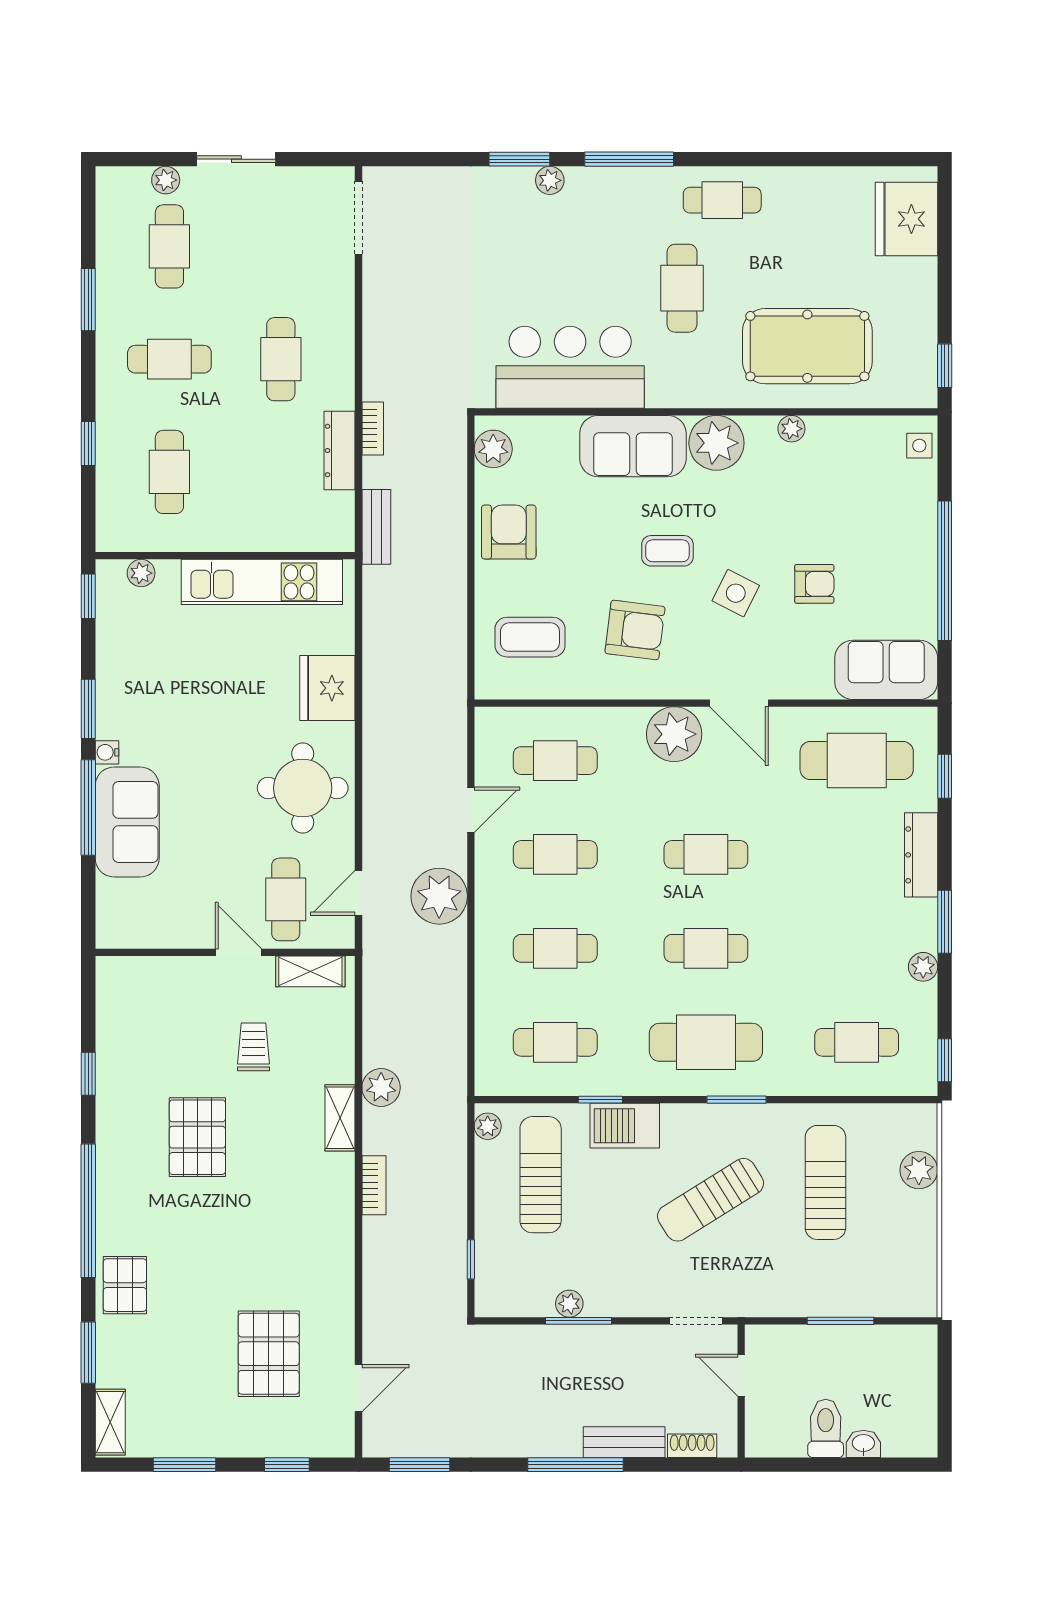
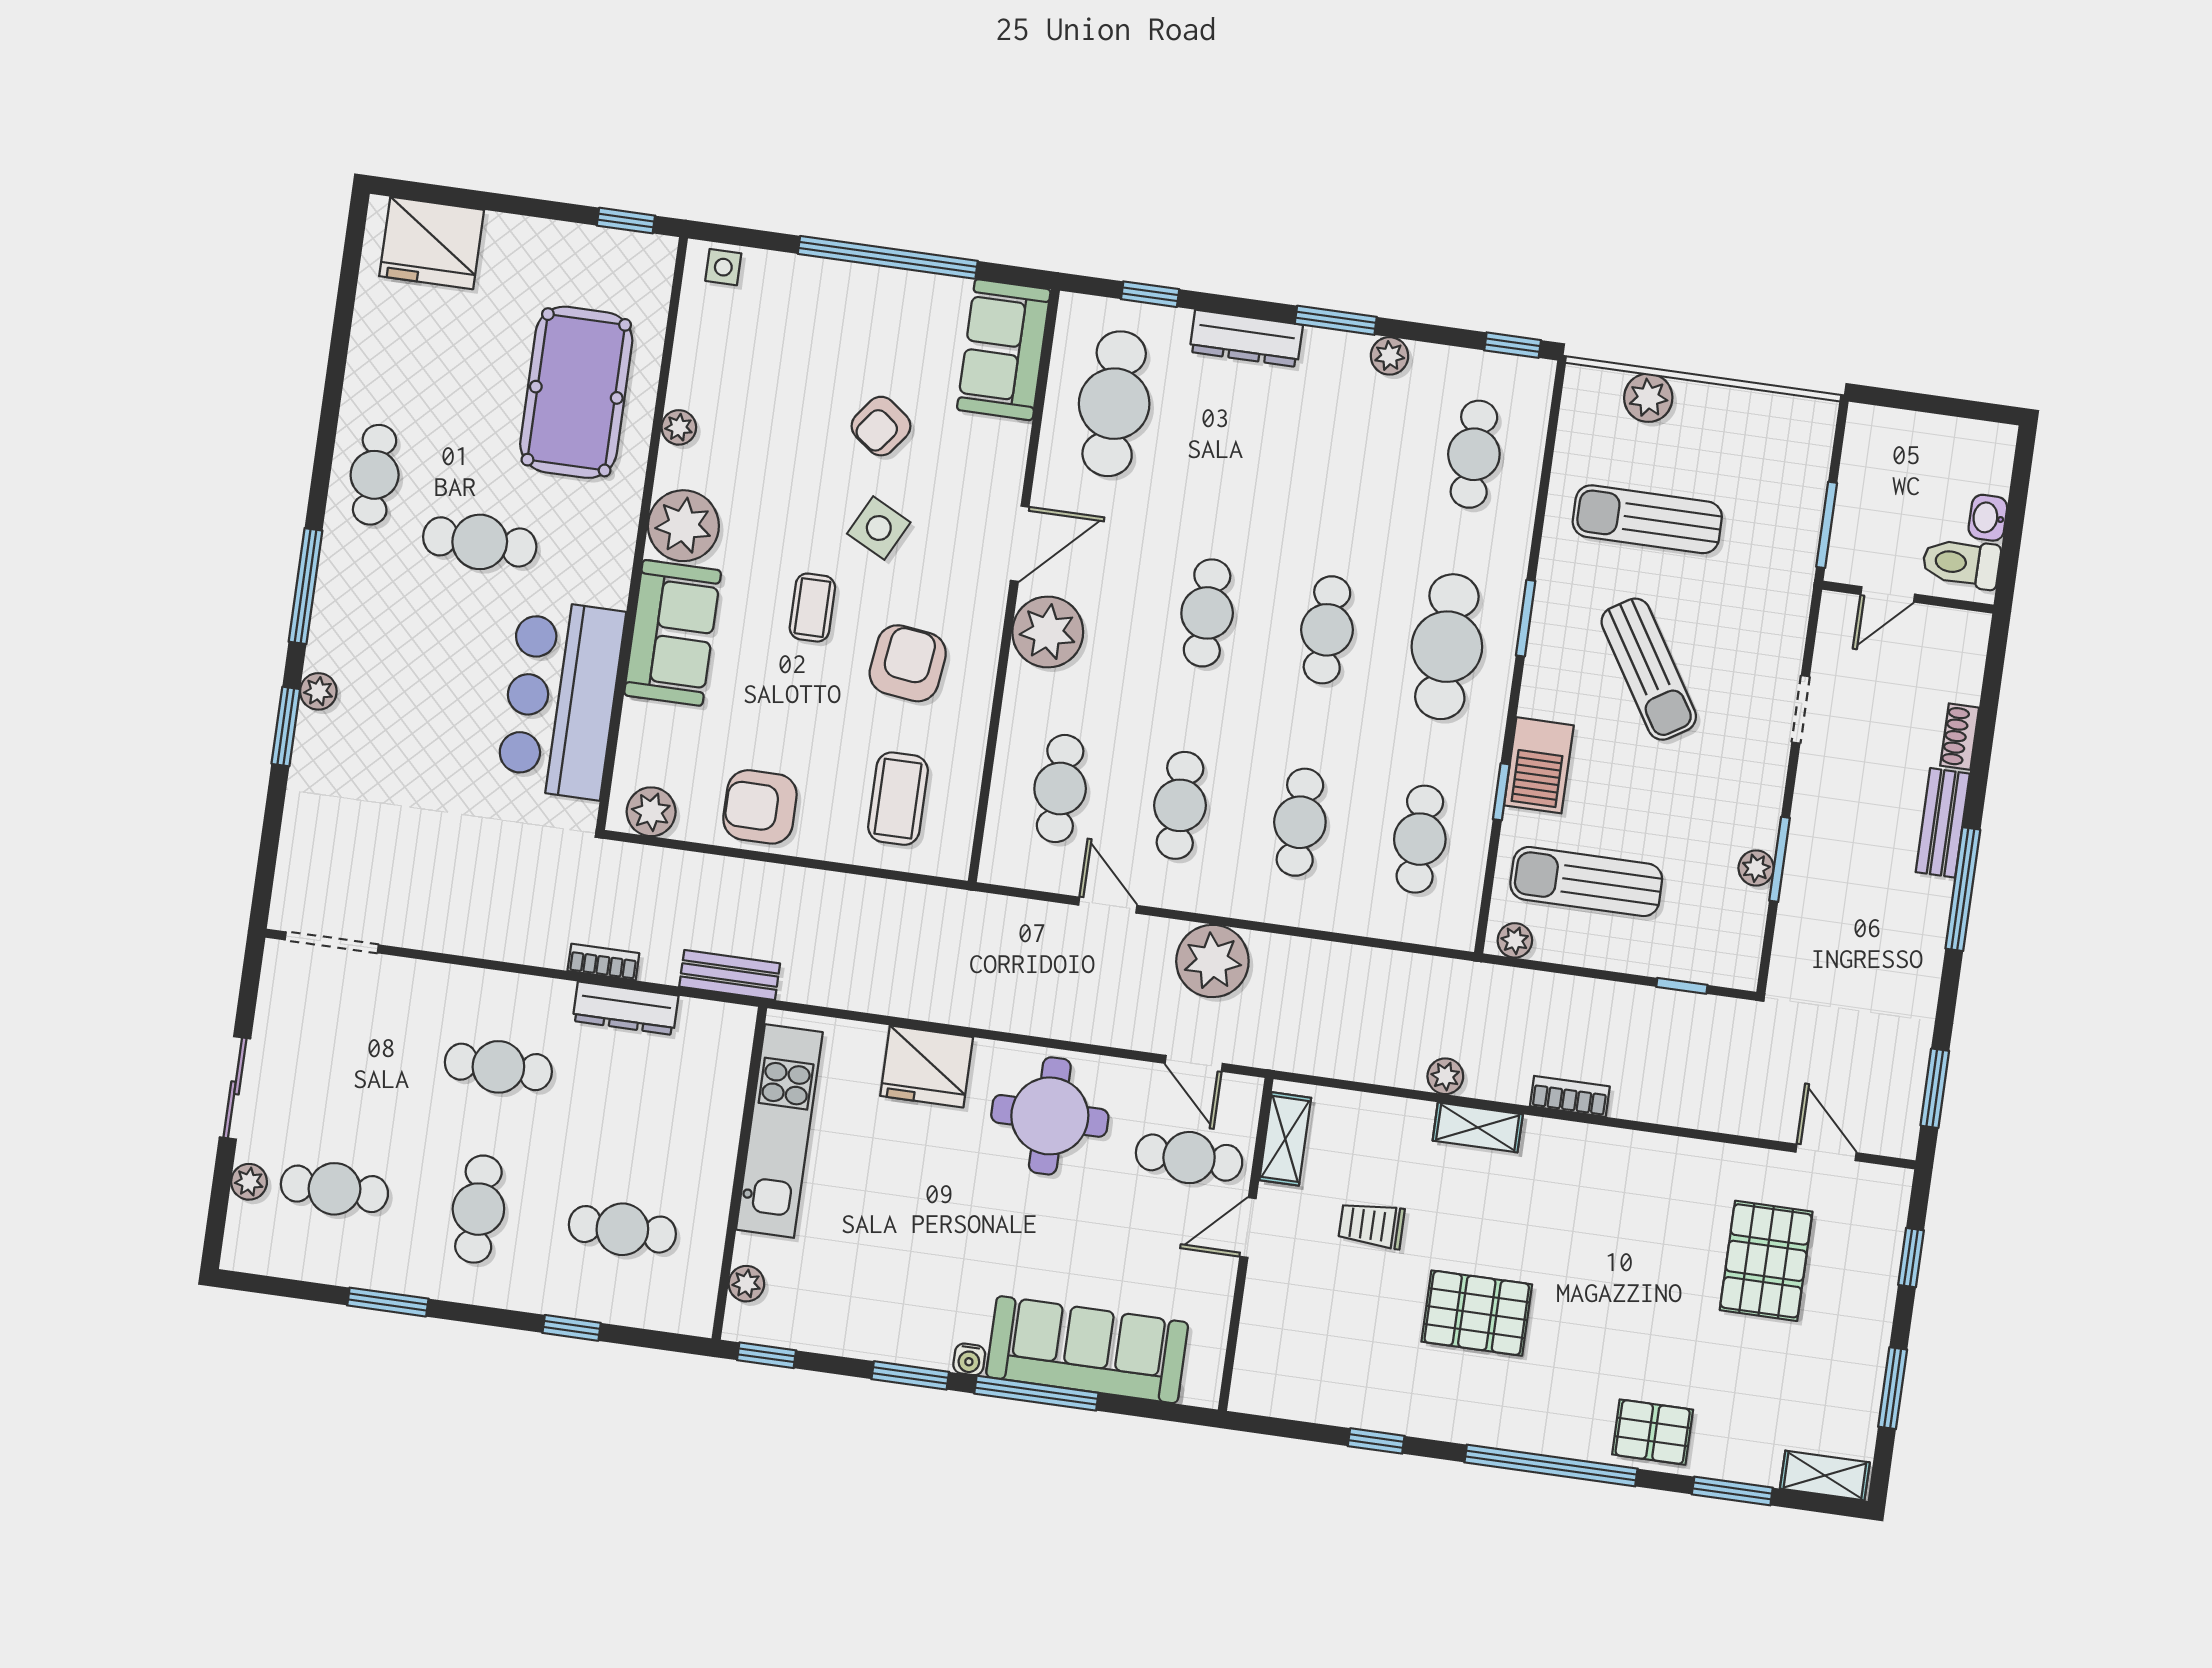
armchair: (814, 584) -> (881, 426), turned -143
sofa: (127, 822) -> (1087, 1350), width x1.36
plant: (381, 1087) -> (1445, 1076), width x0.73, depth x0.73
pallet: (269, 1354) -> (1766, 1261), turned 90
door: (741, 1375) -> (1888, 594), moved
wall: (741, 1391) -> (1908, 597), moved

